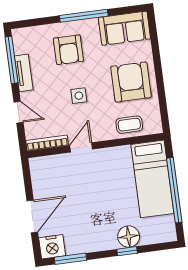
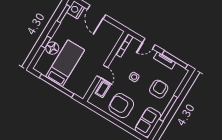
armchair: (68, 50) -> (159, 89), turned 90
armchair: (131, 82) -> (121, 106), turned 180
door: (81, 147) -> (102, 72), moved
bed: (152, 179) -> (65, 63), moved, turned 90

